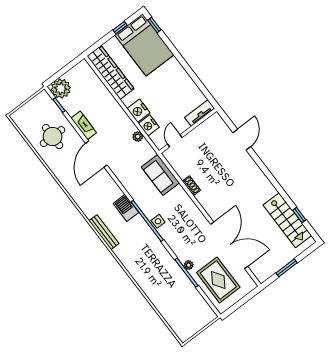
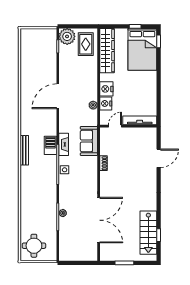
tv unit: (200, 113) -> (140, 120), width x1.41
fireplace: (84, 125) -> (64, 144), moved
round table: (53, 137) -> (34, 246), moved
rug: (218, 280) -> (86, 44), moved, width x0.73, depth x0.70

